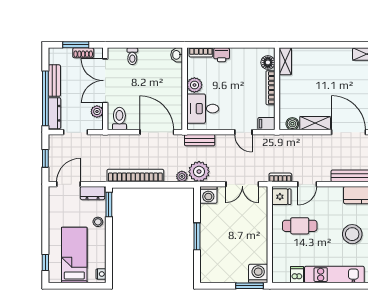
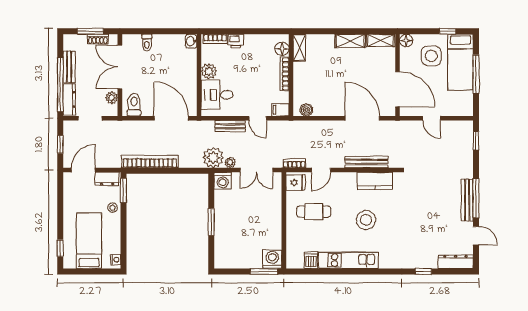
shelving: (315, 123) -> (350, 41), moved
bench: (200, 140) -> (230, 126), moved
plant: (182, 176) -> (230, 162), moved

